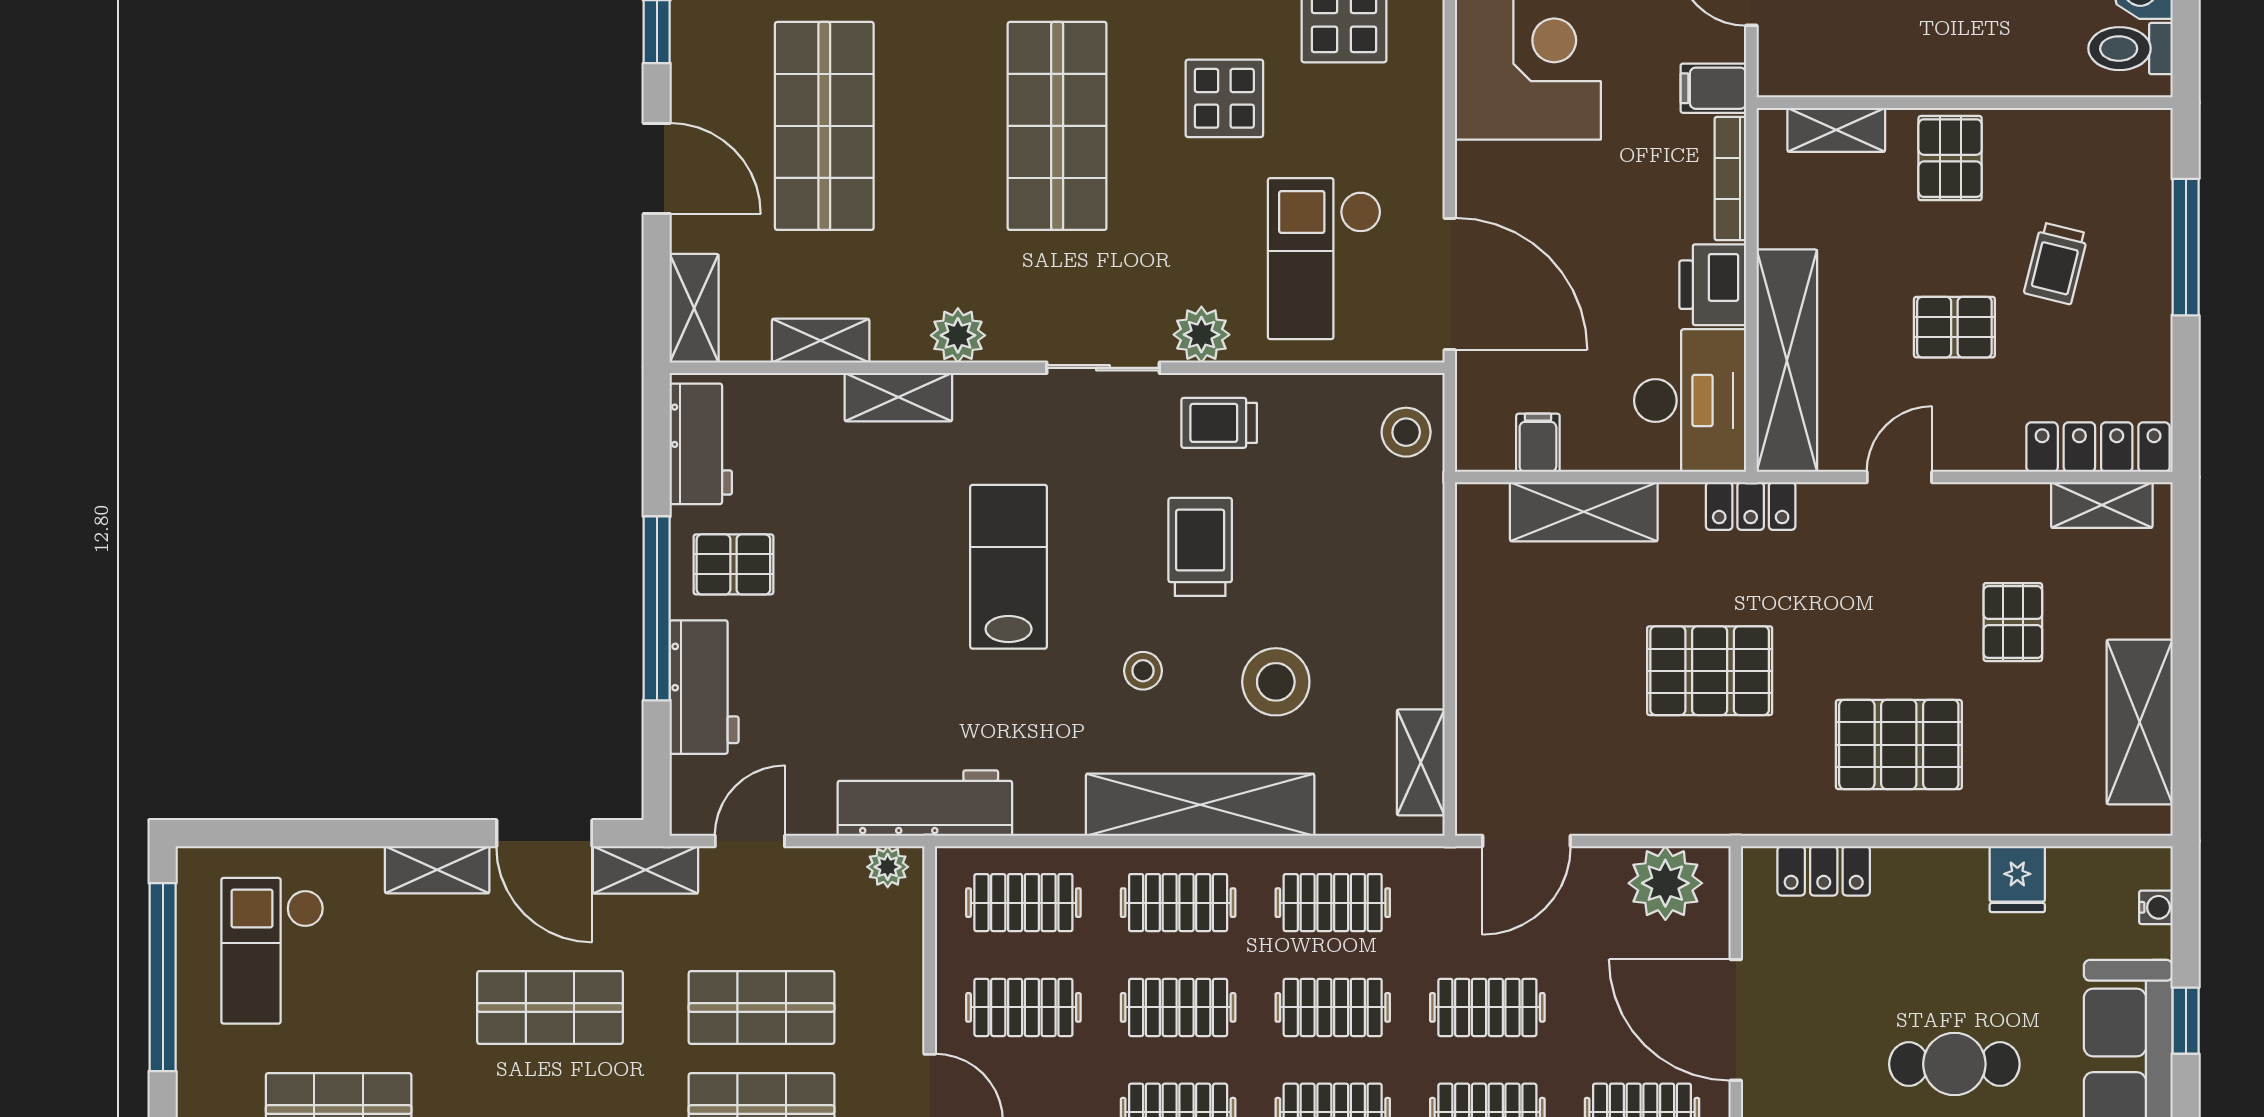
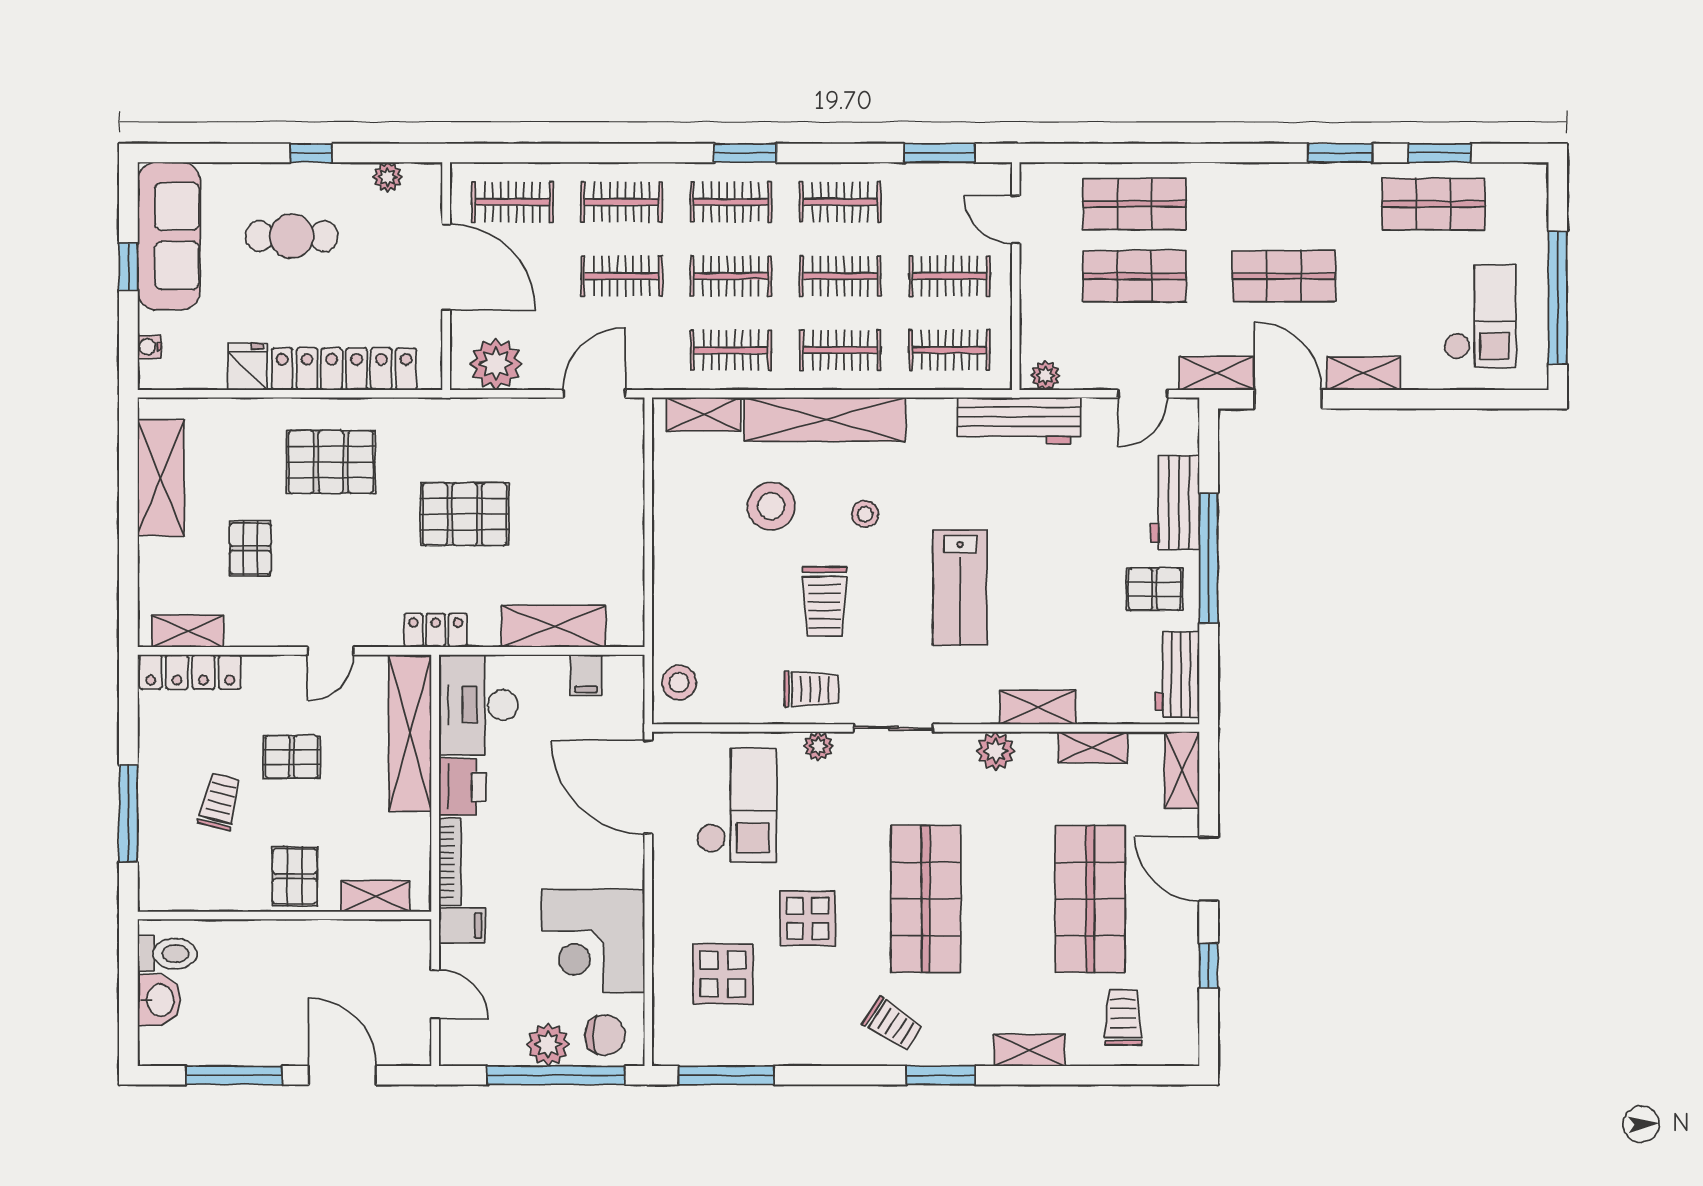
plant: (1201, 335) -> (818, 746), width x0.73, depth x0.73
shelving: (1421, 762) -> (704, 414), moved, turned 90
locker: (1824, 871) -> (344, 369), width x2.16, depth x1.21

